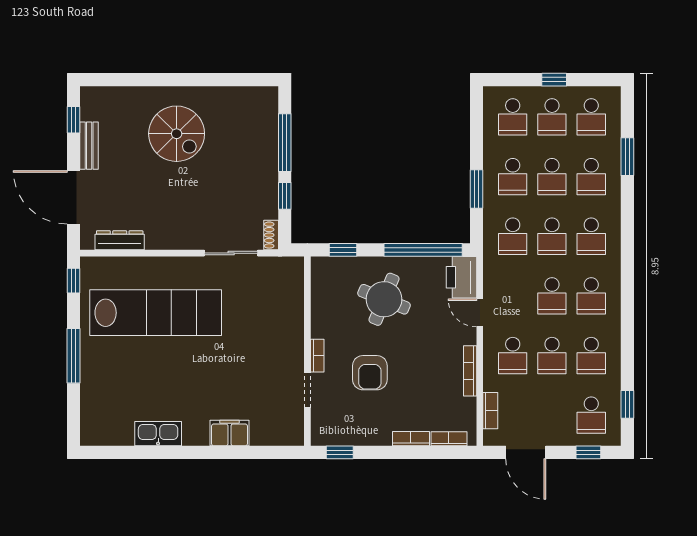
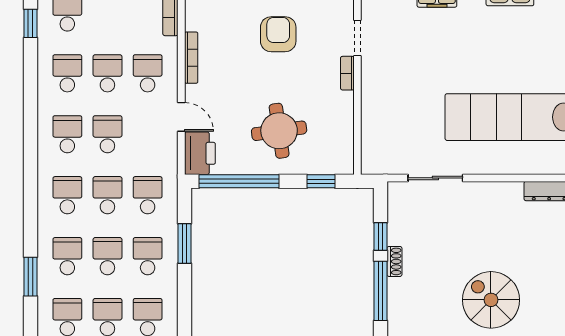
shoe rack: (271, 235) -> (394, 261), moved
round table: (384, 299) -> (279, 131), turned -30
armchair: (370, 373) -> (278, 34), moved

